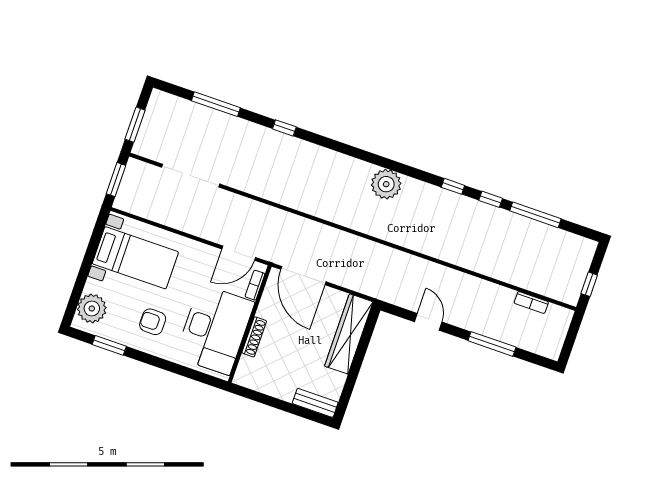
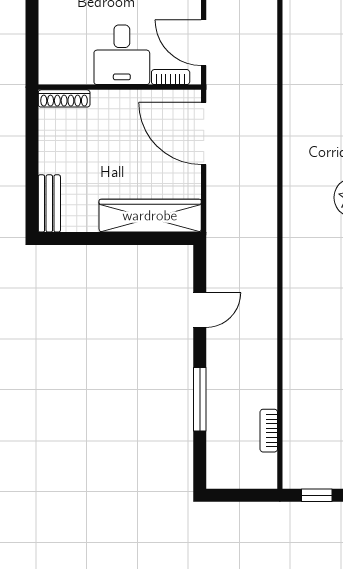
door: (303, 276) -> (204, 133), hinge flipped
desk: (215, 329) -> (122, 55), width x0.53, depth x0.77
shoe rack: (254, 337) -> (64, 98), moved

